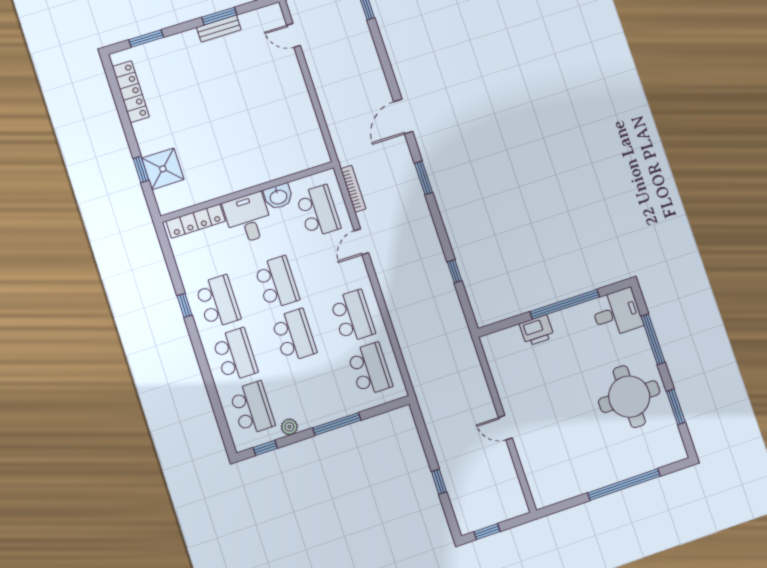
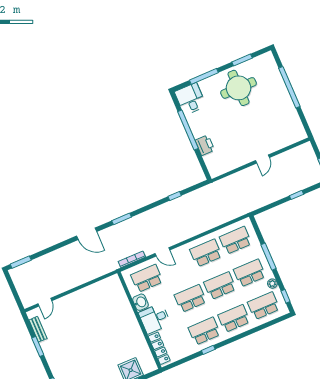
bench: (219, 28) -> (38, 329), moved
school desk: (311, 389) -> (250, 273), added

